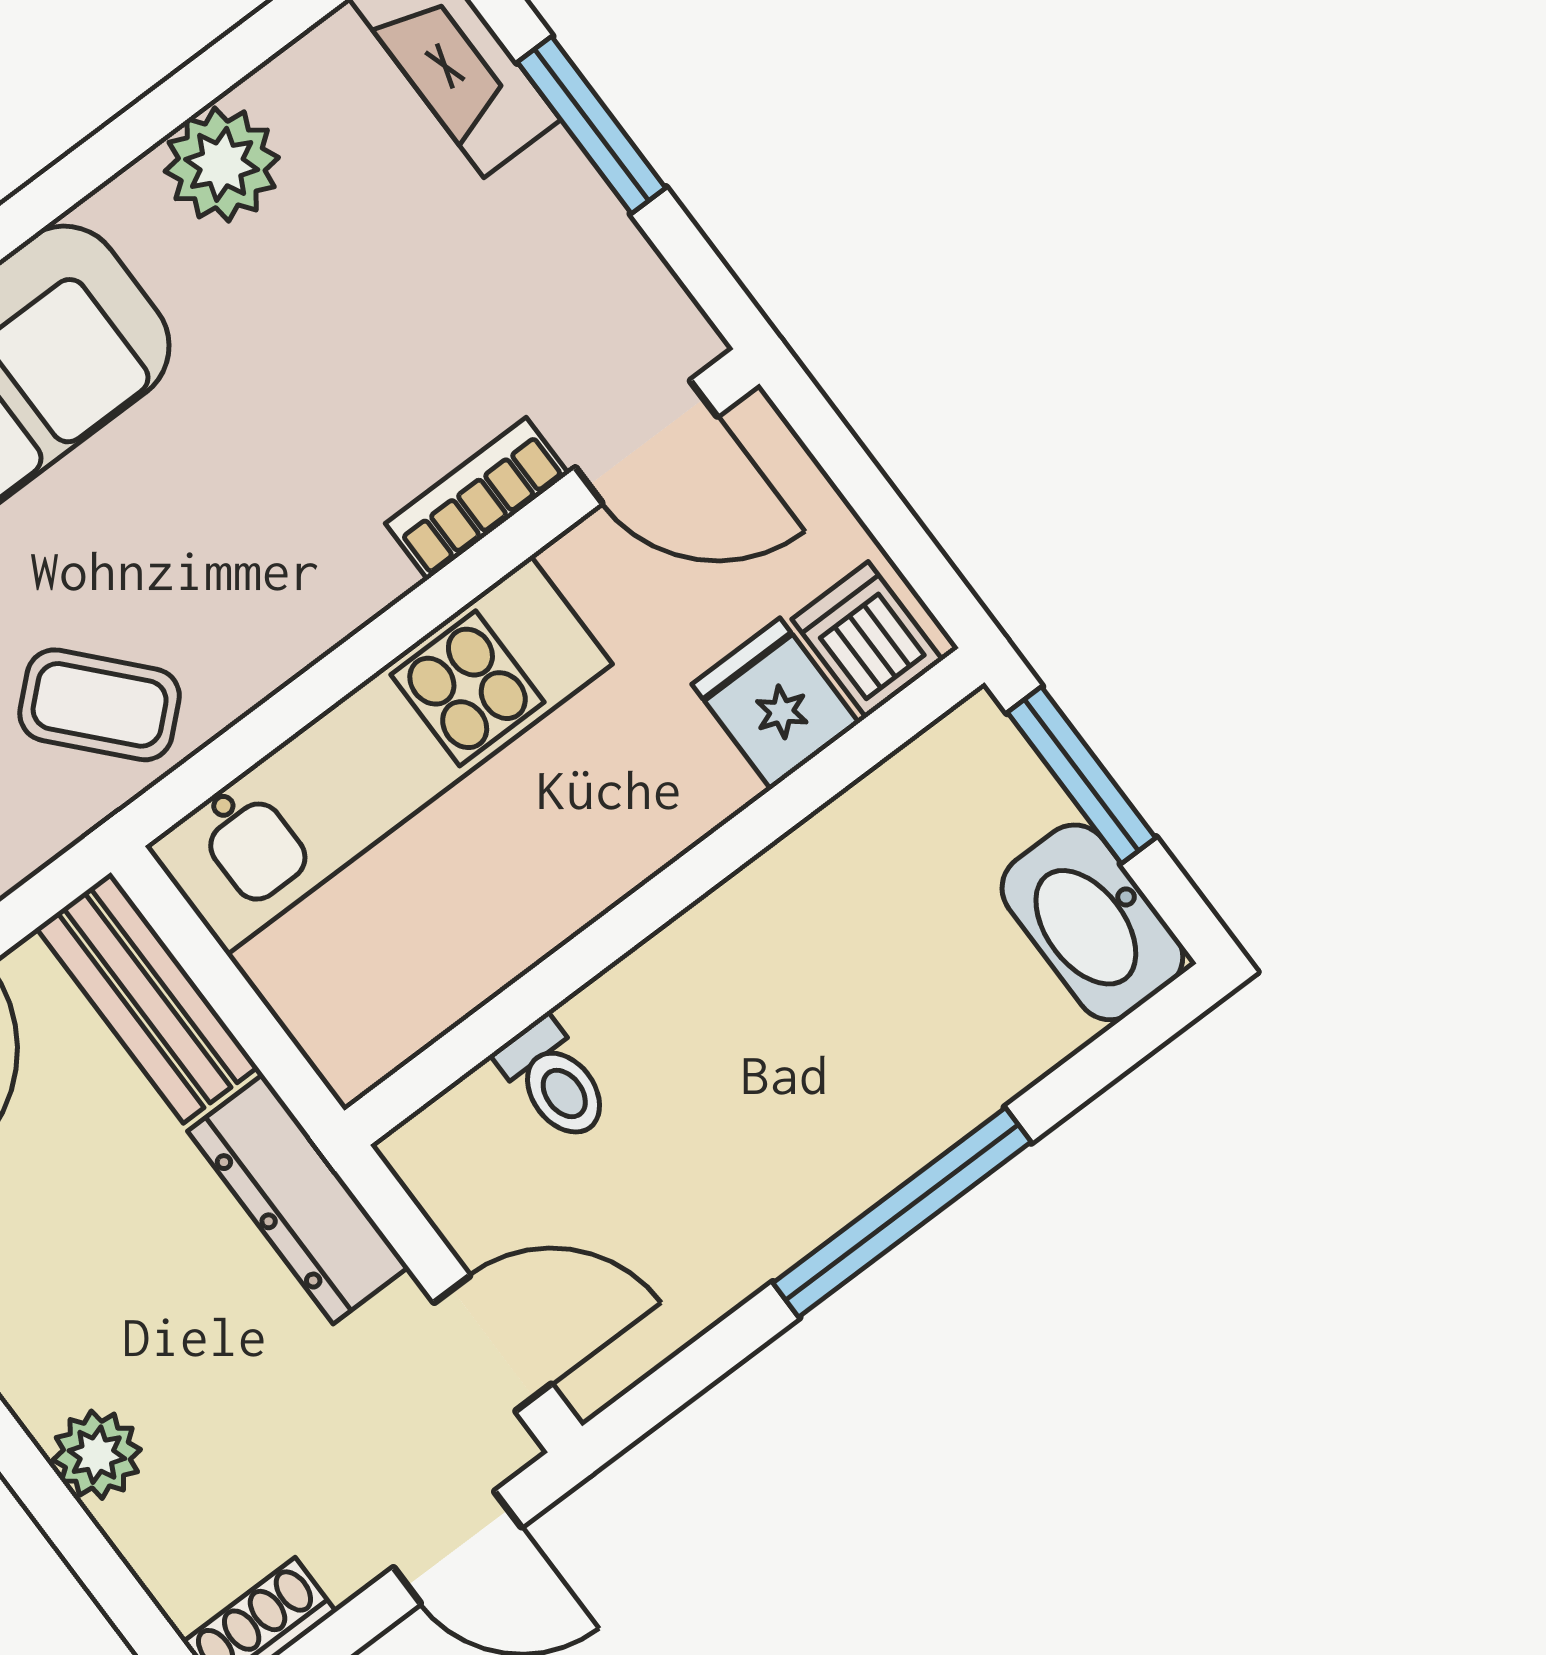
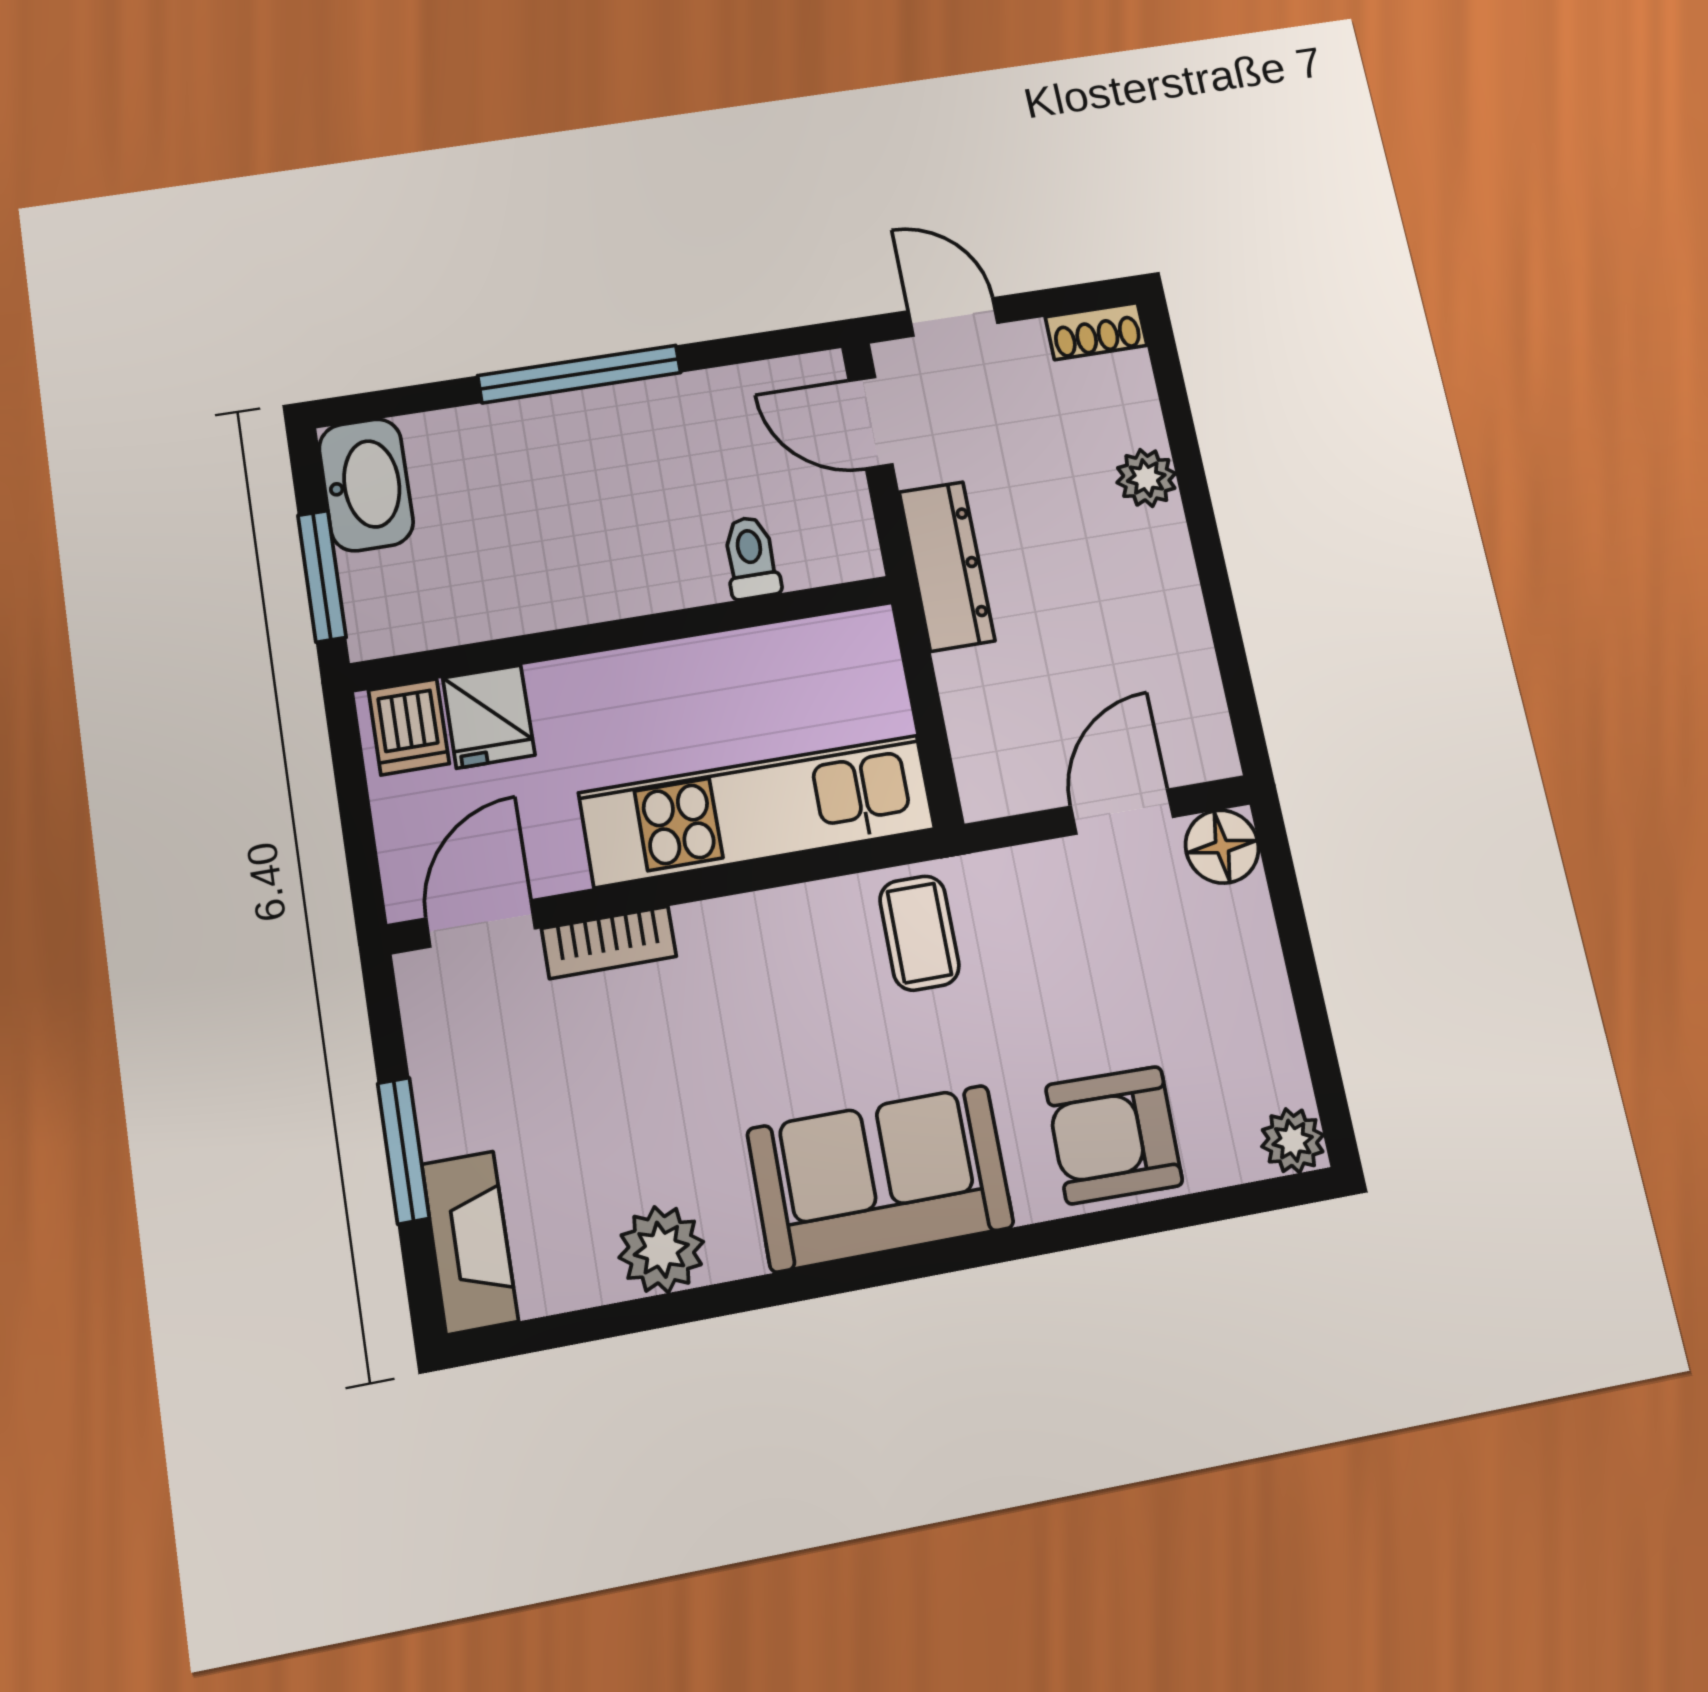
door: (646, 442) -> (481, 923), hinge flipped
coffee table: (100, 705) -> (919, 933), turned 42
bench: (147, 998) -> (980, 735), removed

